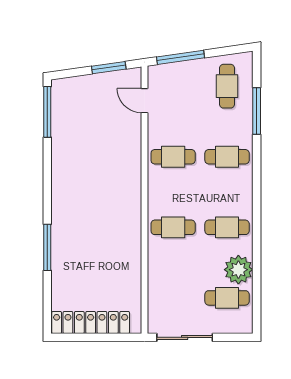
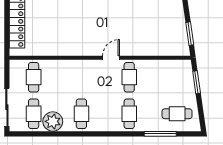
window: (180, 57) -> (197, 82), width x0.69
door: (144, 101) -> (111, 58), moved
cafe table: (173, 227) -> (34, 77), moved
sliding door: (185, 337) -> (7, 107), moved

